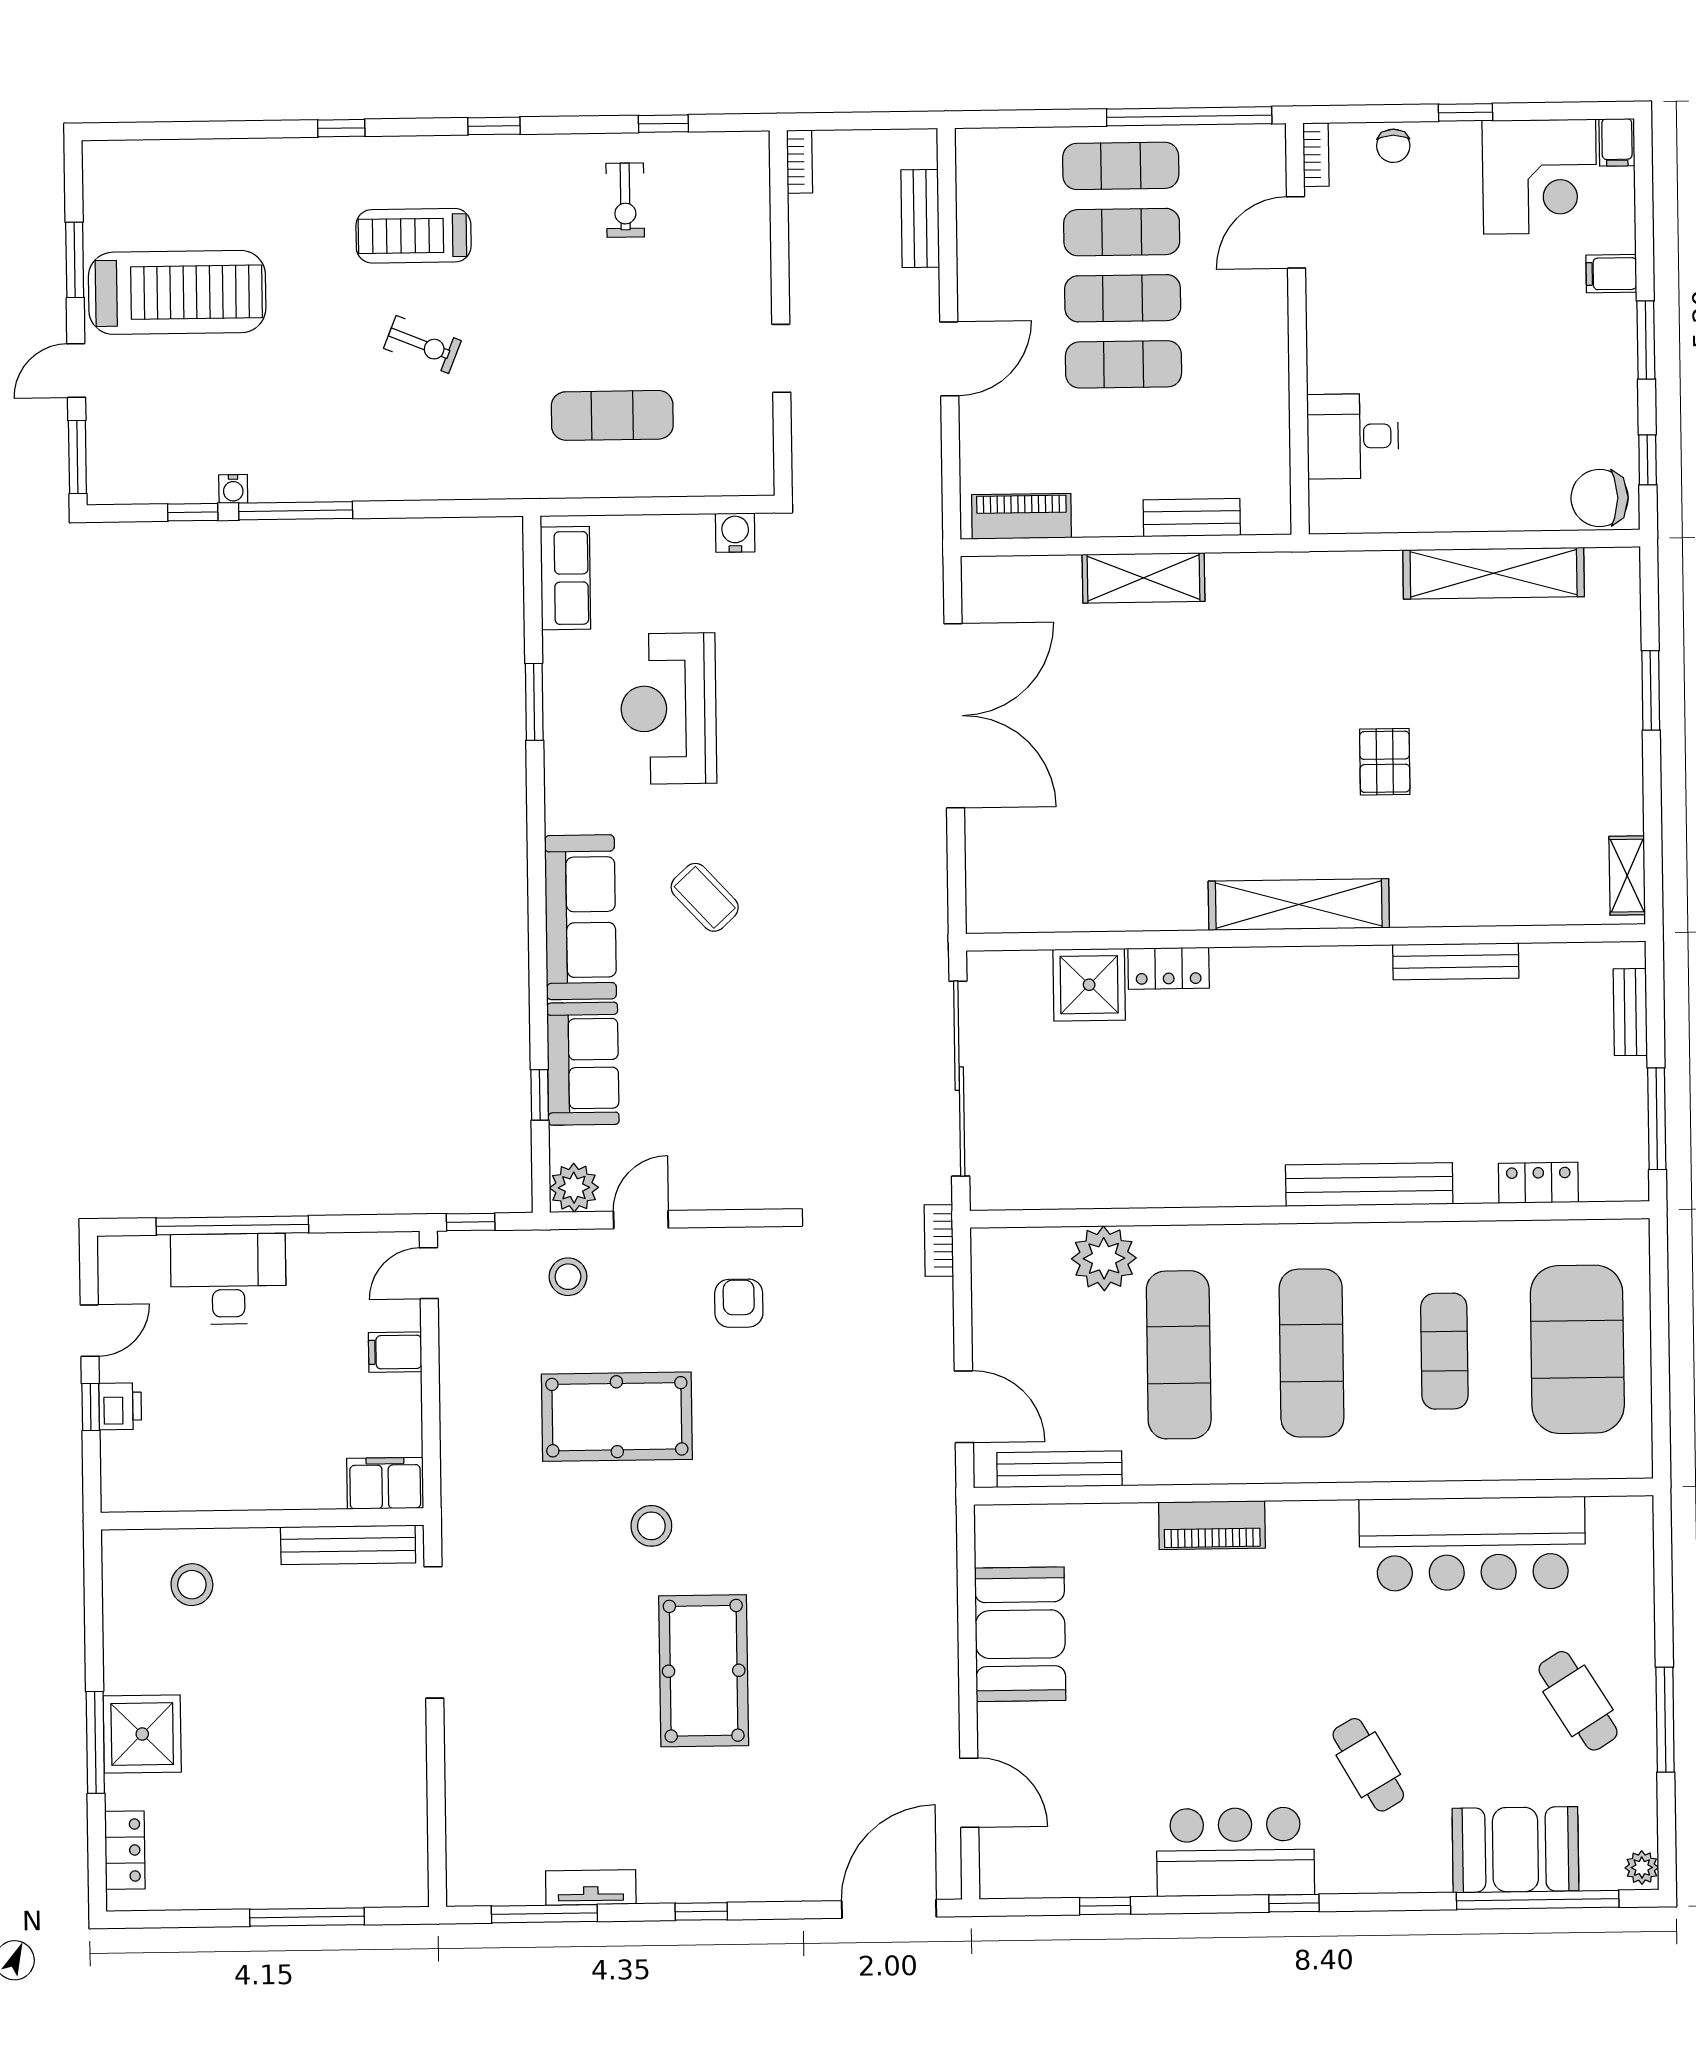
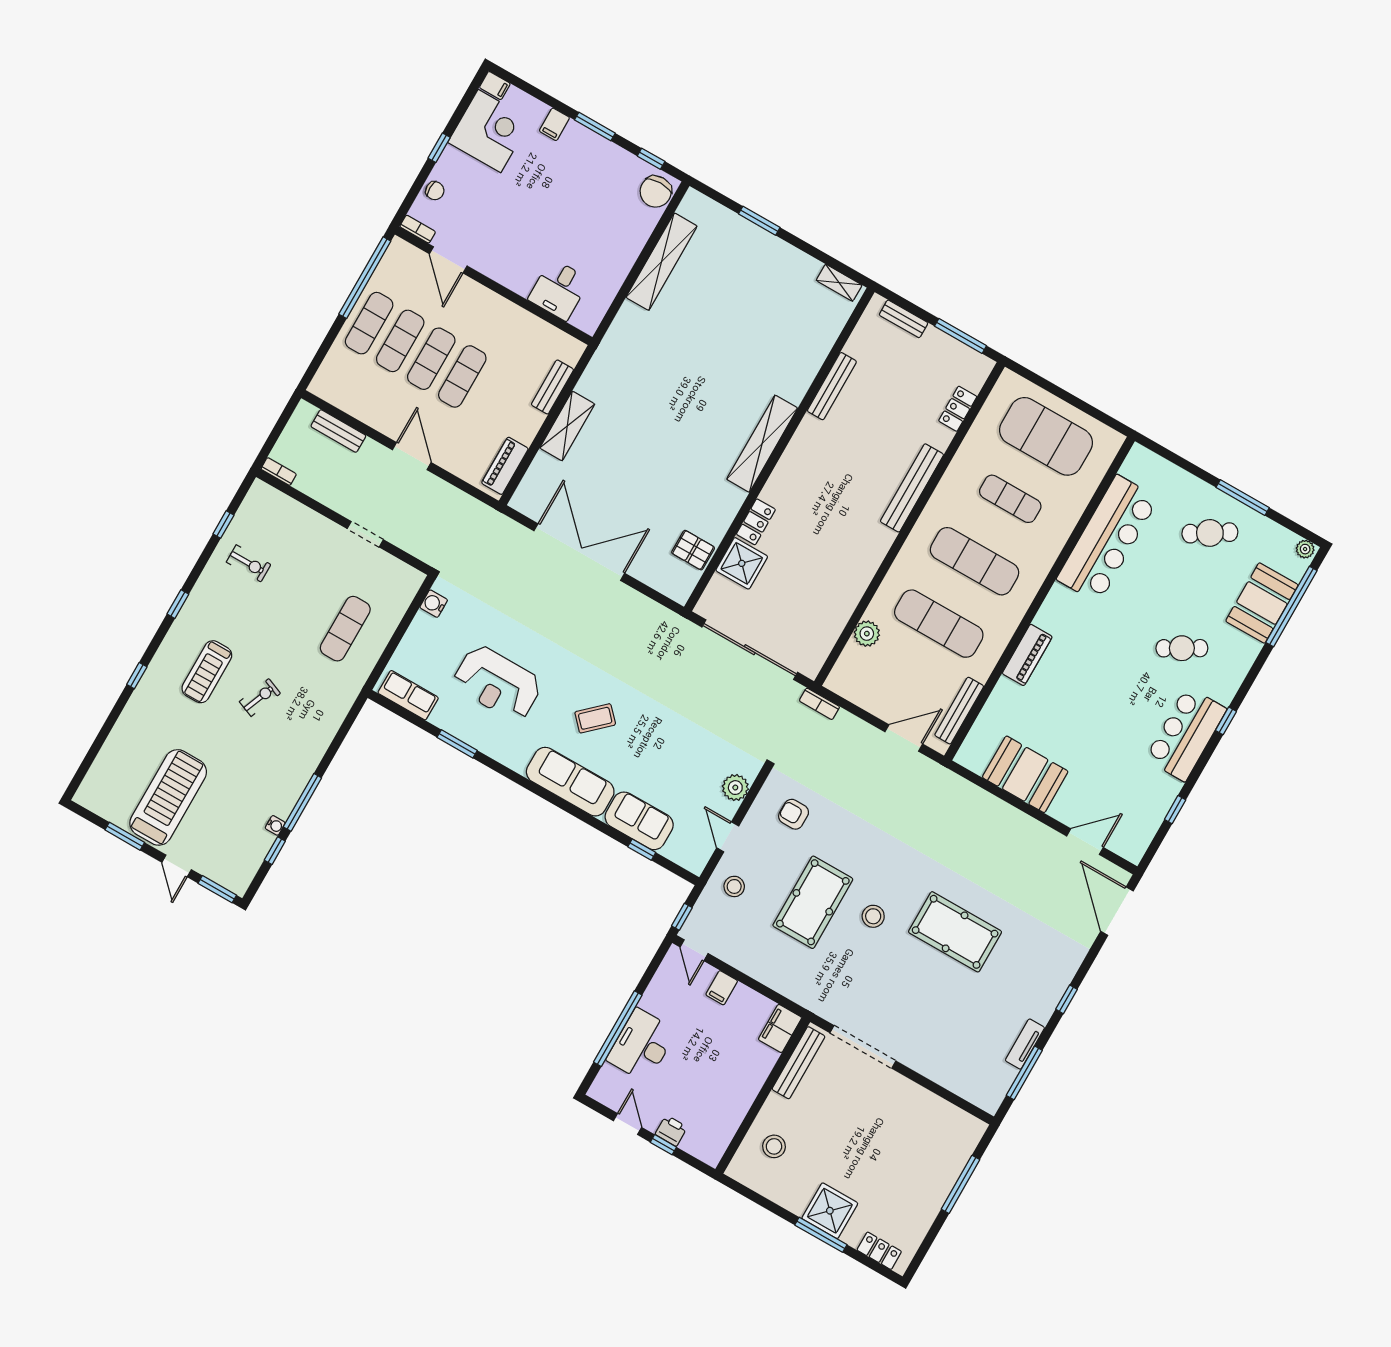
pallet: (1385, 762) -> (693, 550), moved
plant: (574, 1188) -> (735, 788), moved
plant: (1104, 1258) -> (867, 634), width x0.73, depth x0.73

